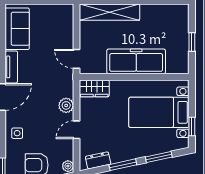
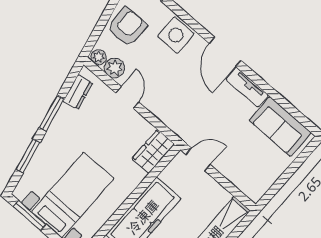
plant: (66, 105) -> (115, 68), moved
window: (192, 127) -> (30, 215), width x1.50
side table: (17, 133) -> (176, 35), width x1.87, depth x1.87

